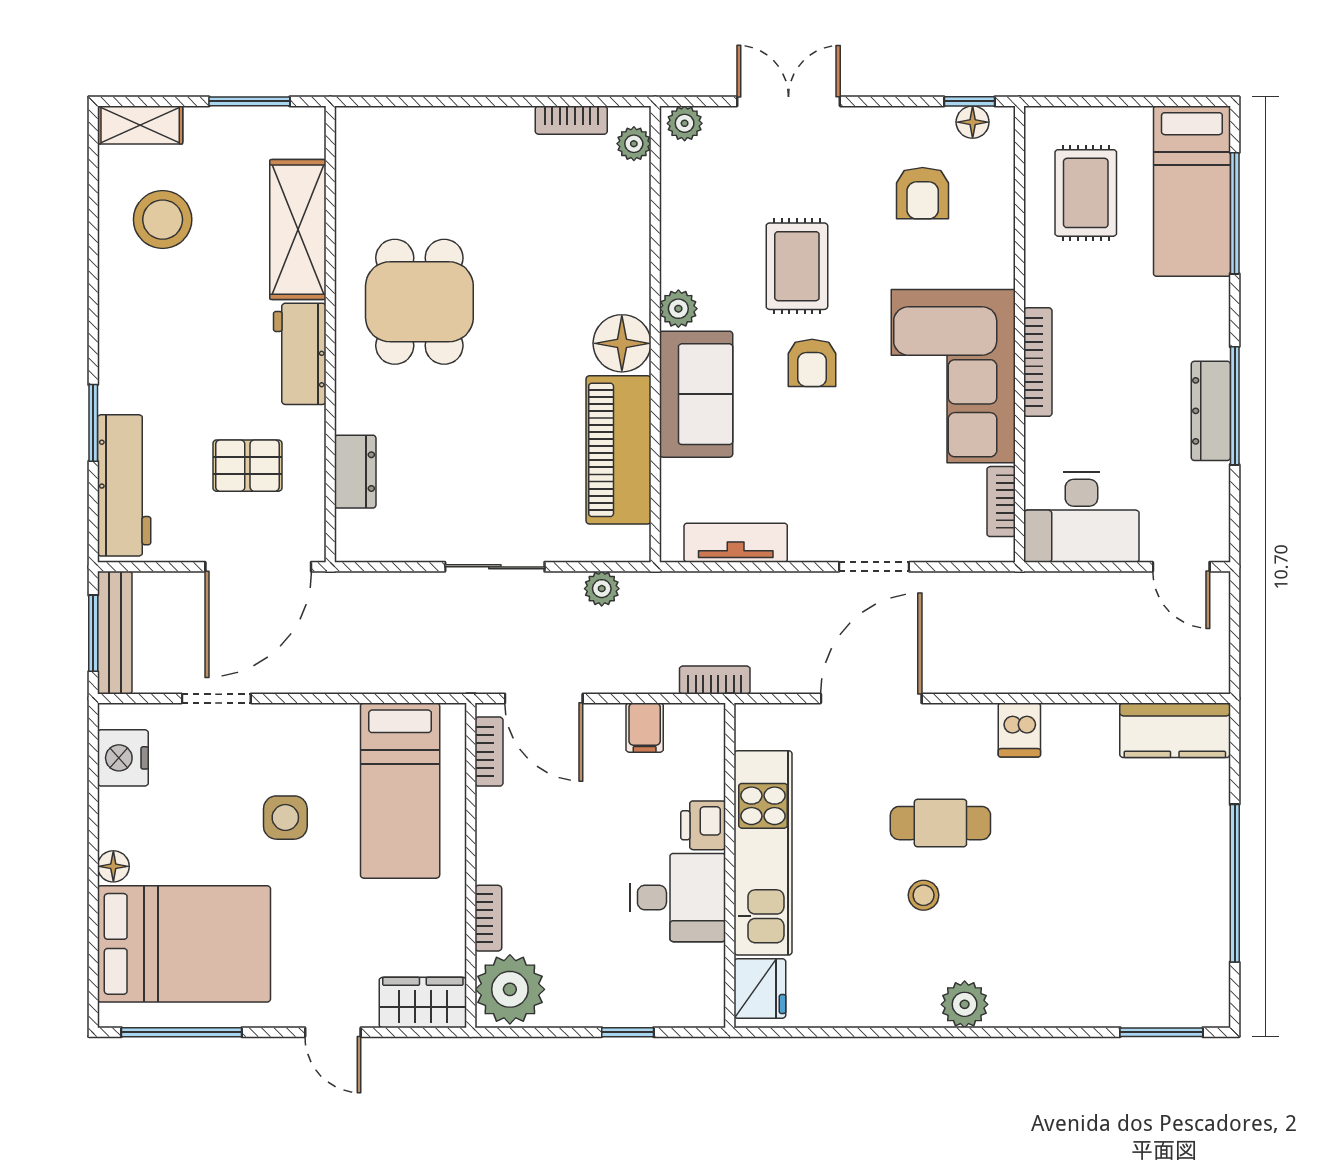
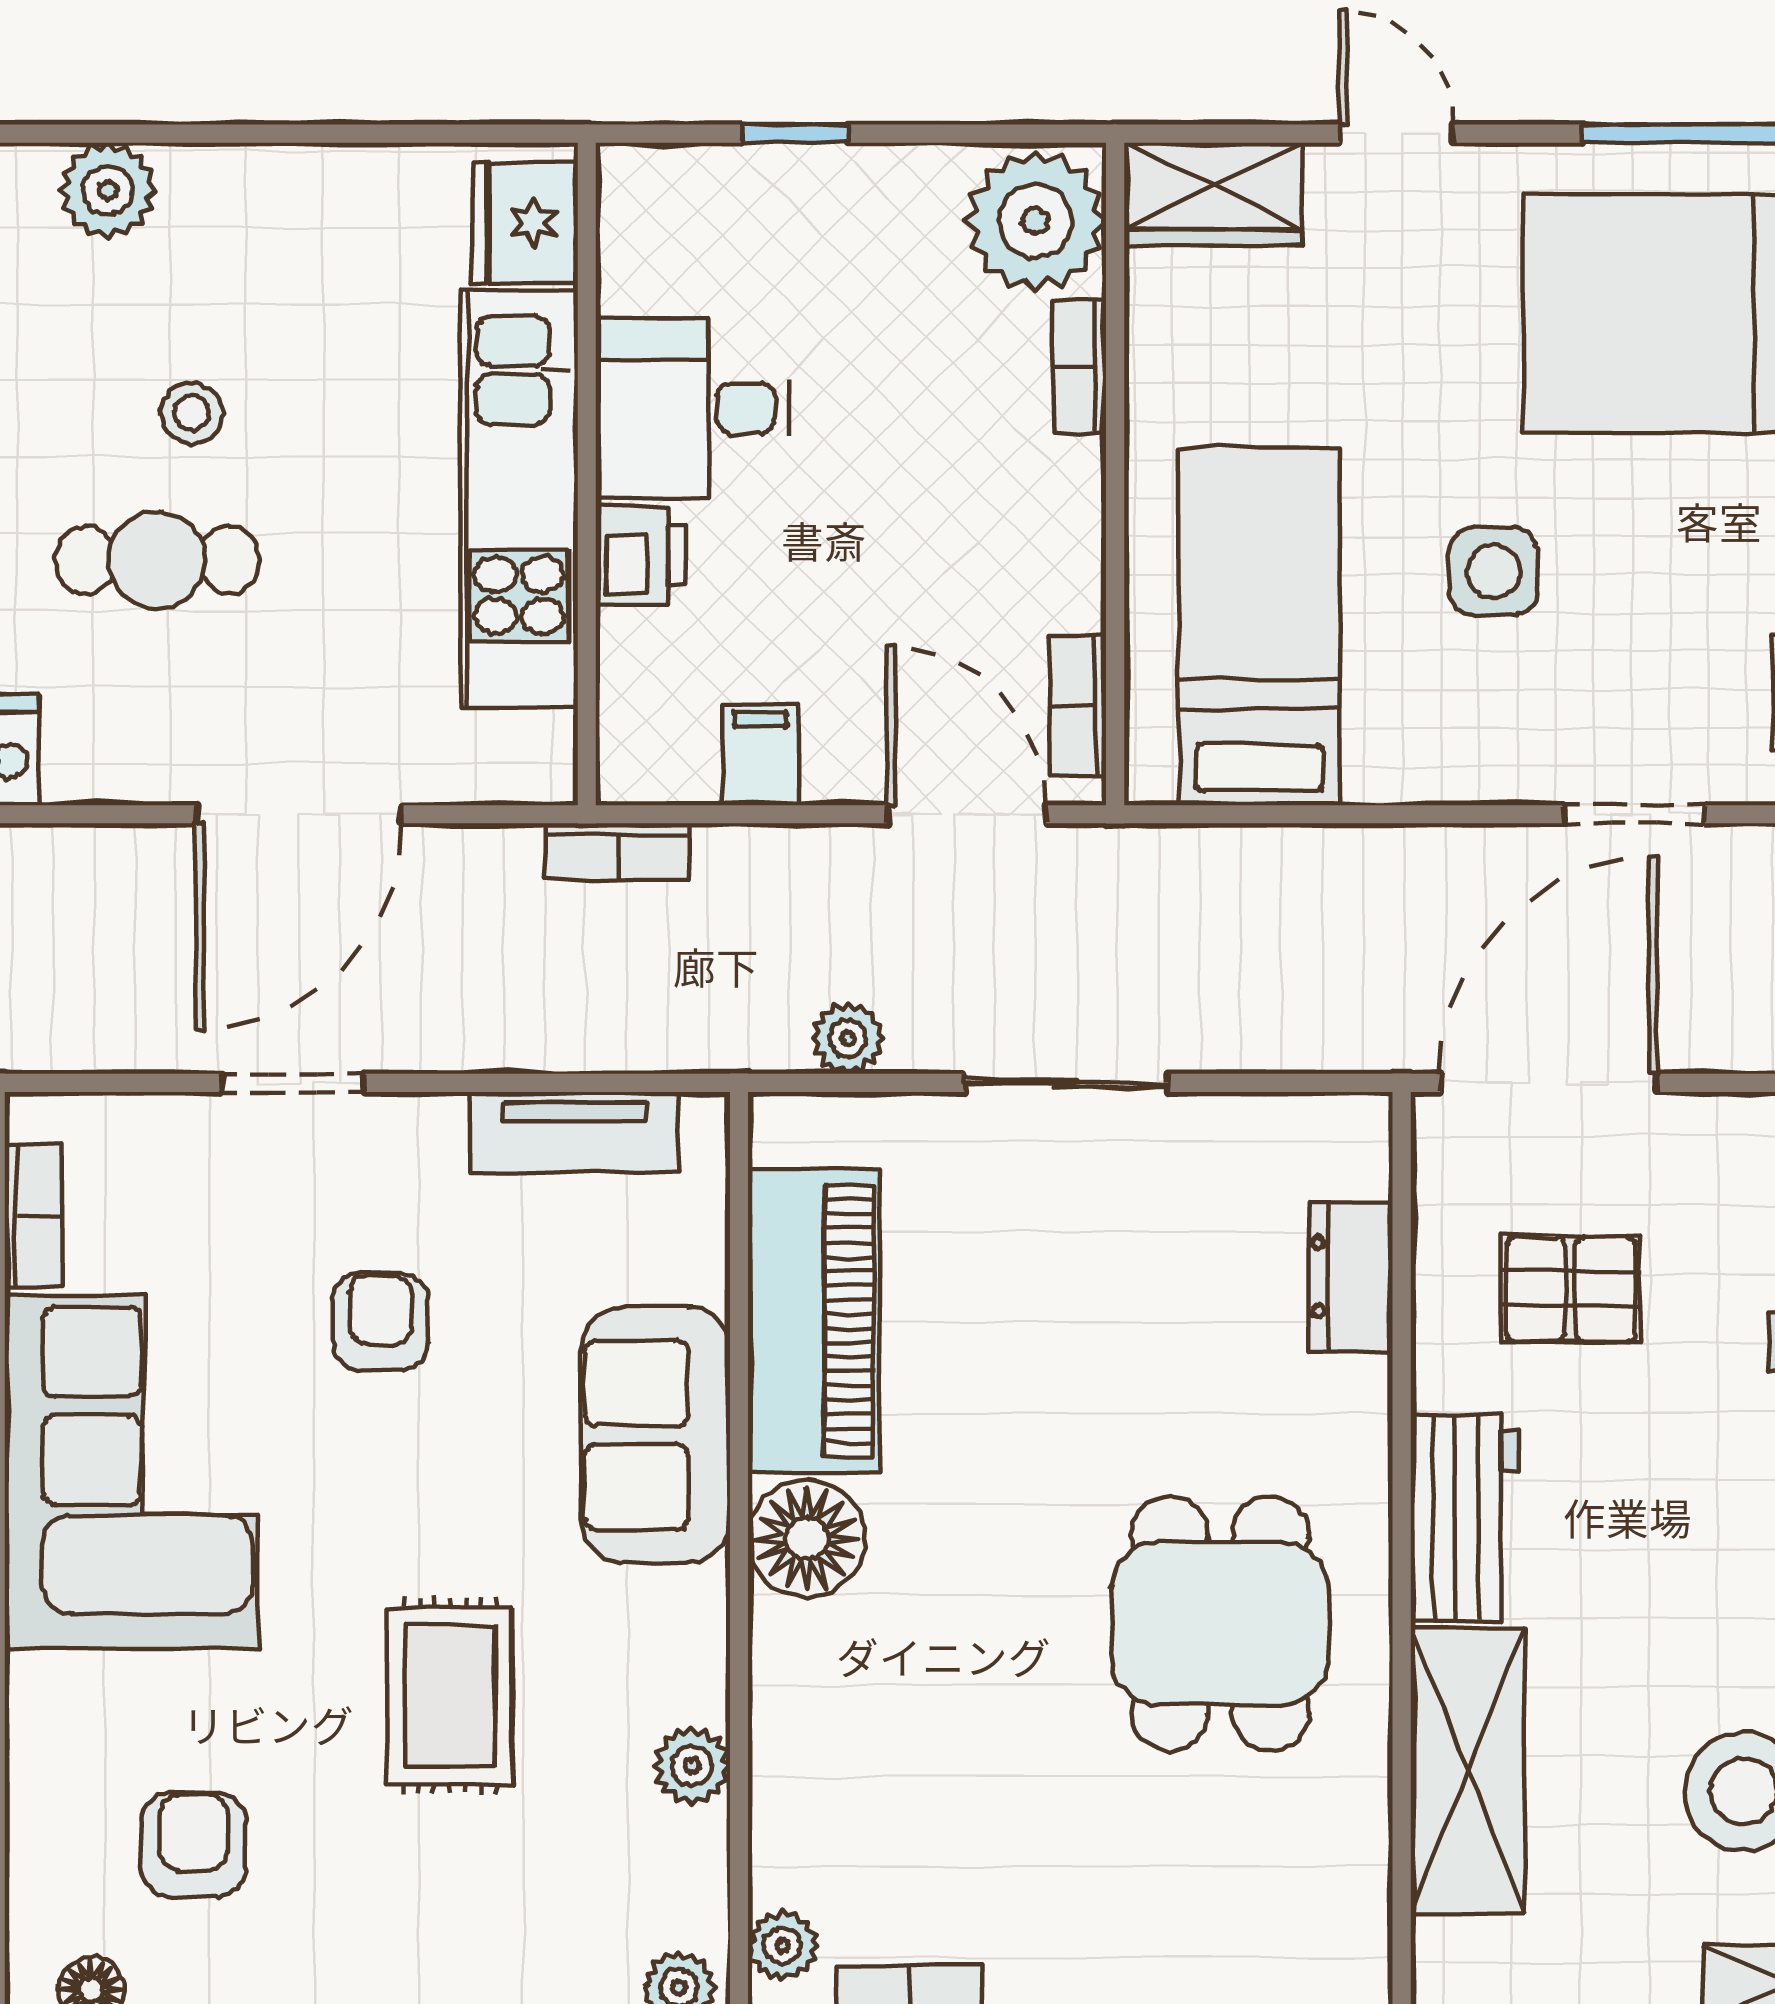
plant: (678, 309) -> (692, 1766), moved
armchair: (812, 363) -> (380, 1322), moved

